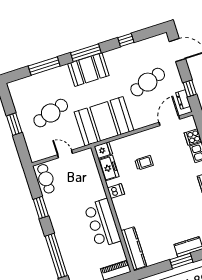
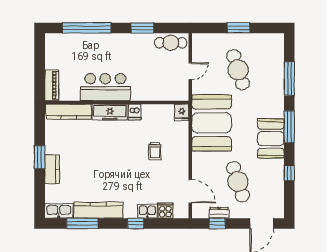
booth: (88, 70) -> (271, 139), moved
dresser: (183, 100) -> (219, 213), moved
freezer: (109, 168) -> (110, 112), moved, width x1.40

